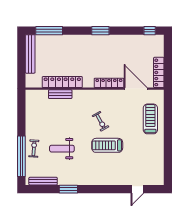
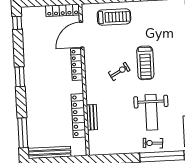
treadmill: (150, 119) -> (114, 17), turned 180
weight bench: (62, 149) -> (151, 112), width x1.36, depth x1.33

